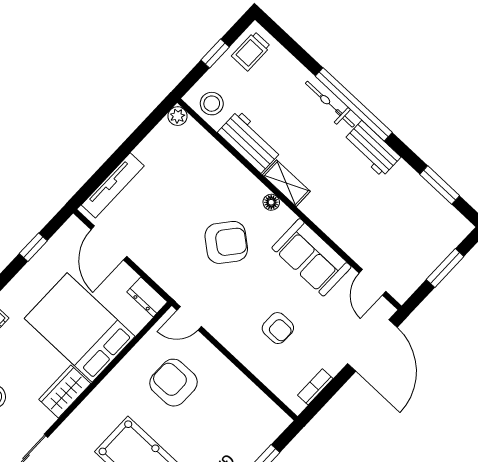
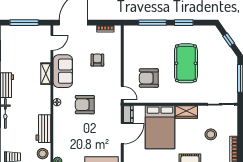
shelving: (286, 183) -> (46, 74), moved
armchair: (226, 242) -> (85, 105), turned -39
door: (109, 243) -> (122, 134), moved
window: (445, 268) -> (24, 23), width x1.44
armchair: (174, 383) -> (149, 78), turned 90

